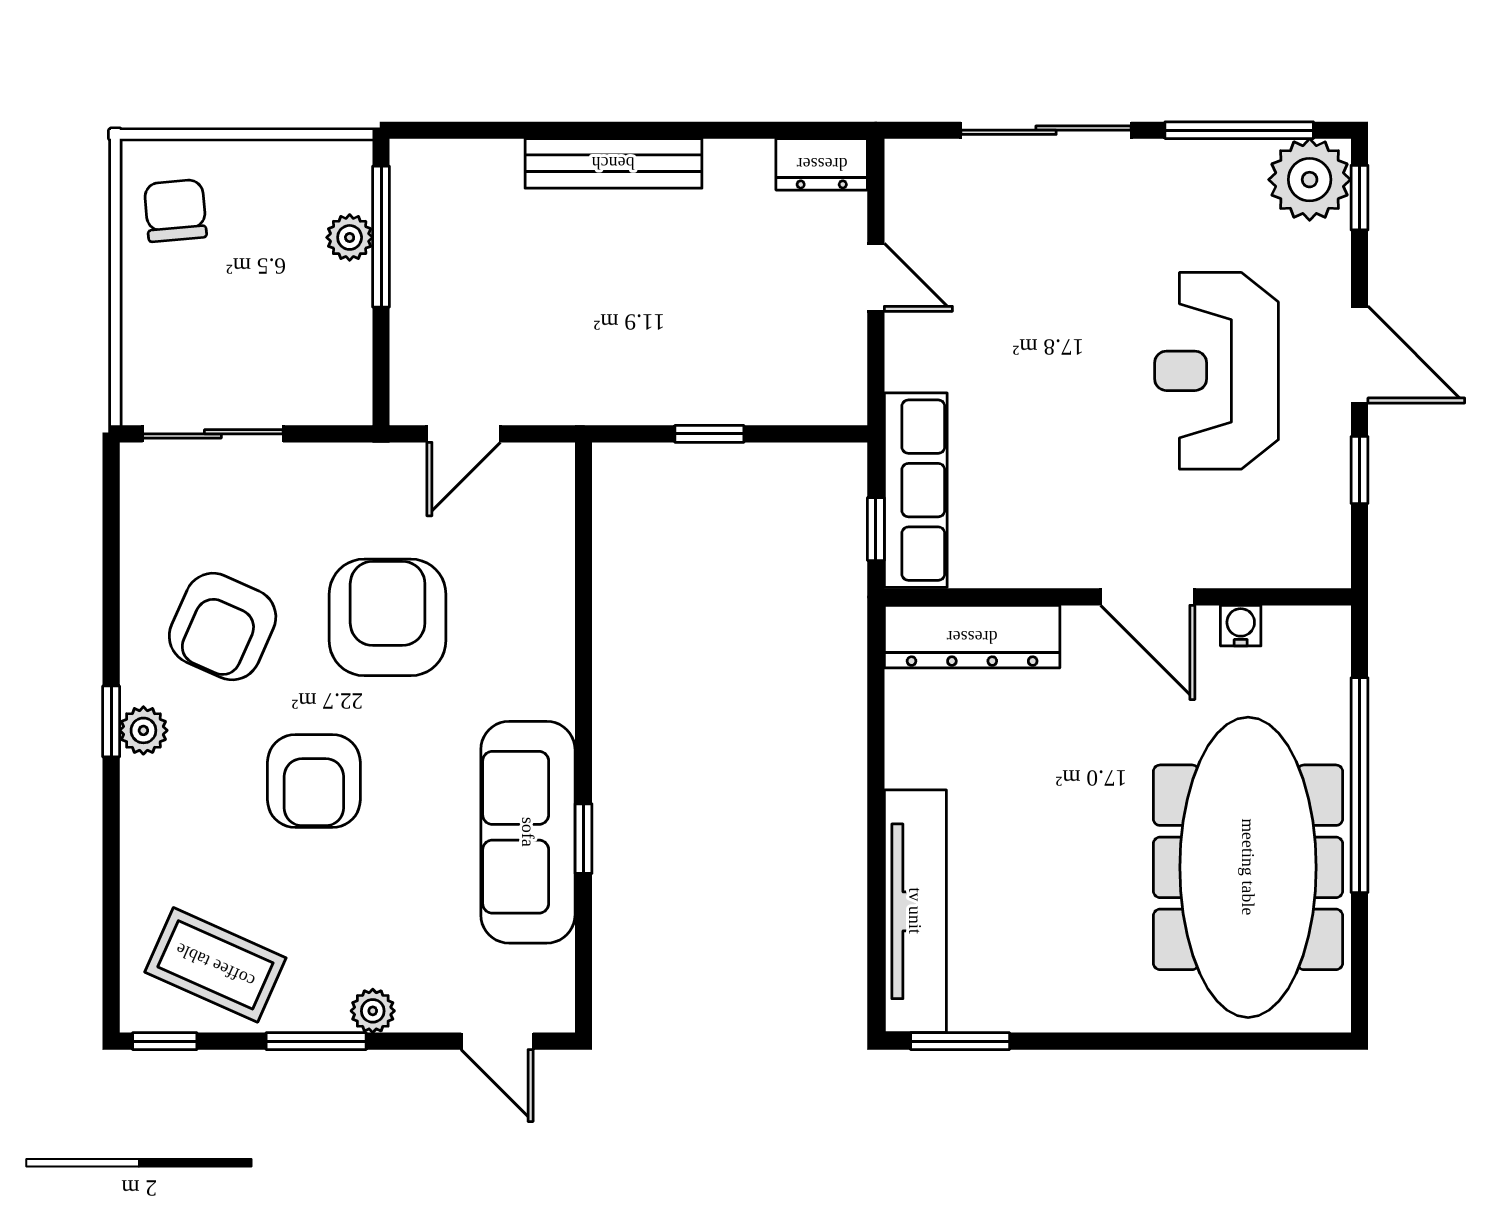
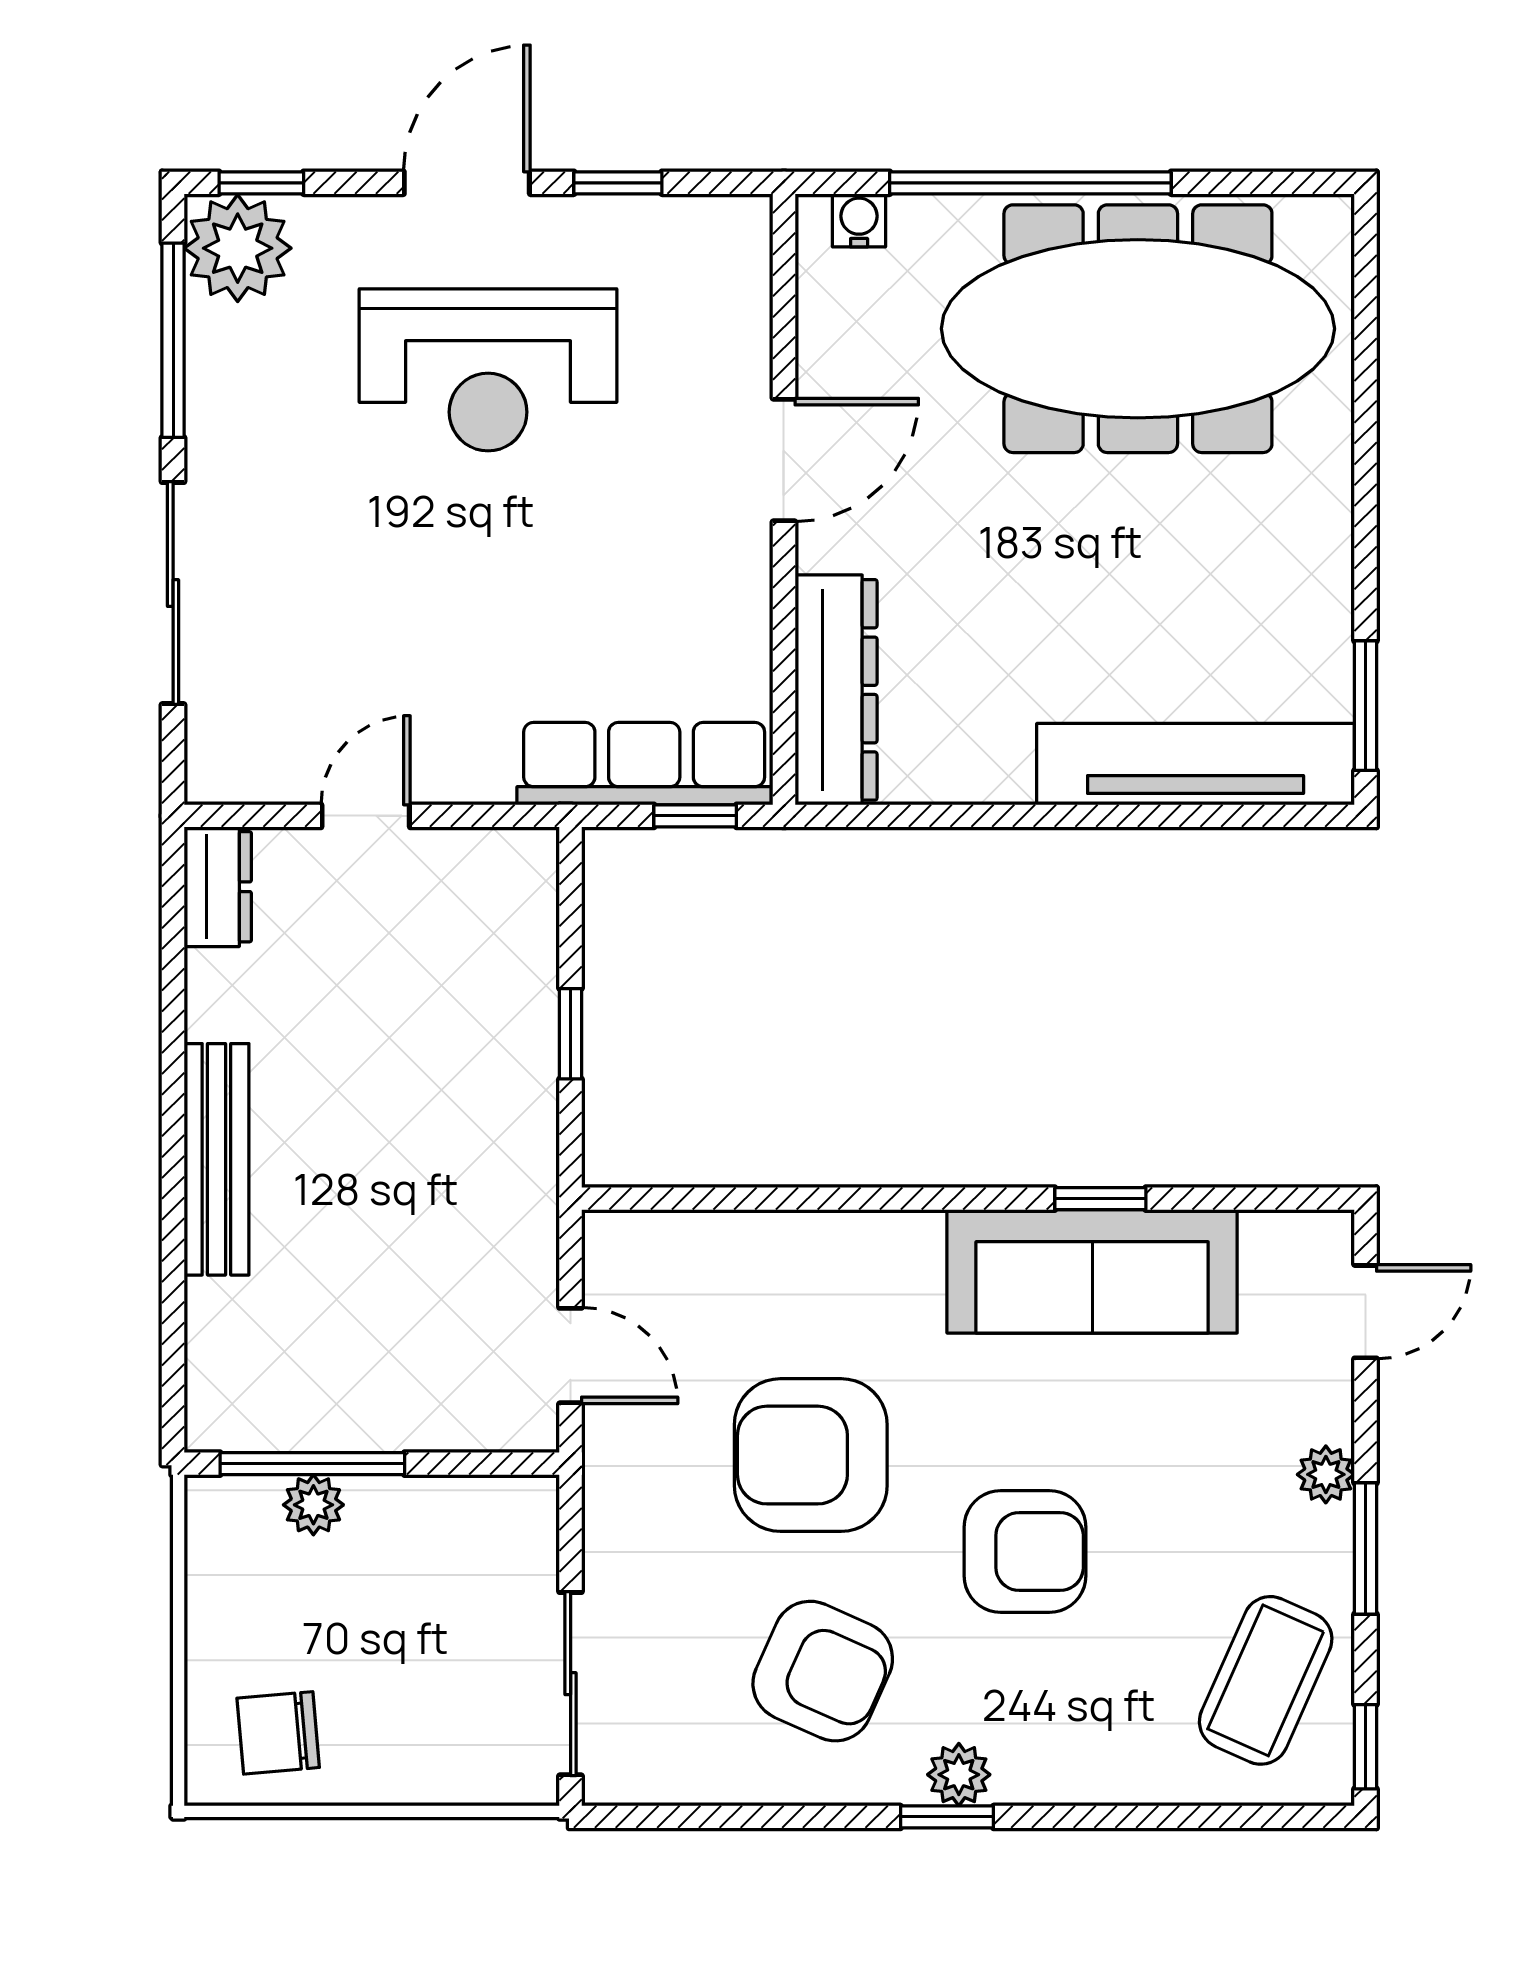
water cooler: (1241, 626) -> (859, 220), moved, turned 90

